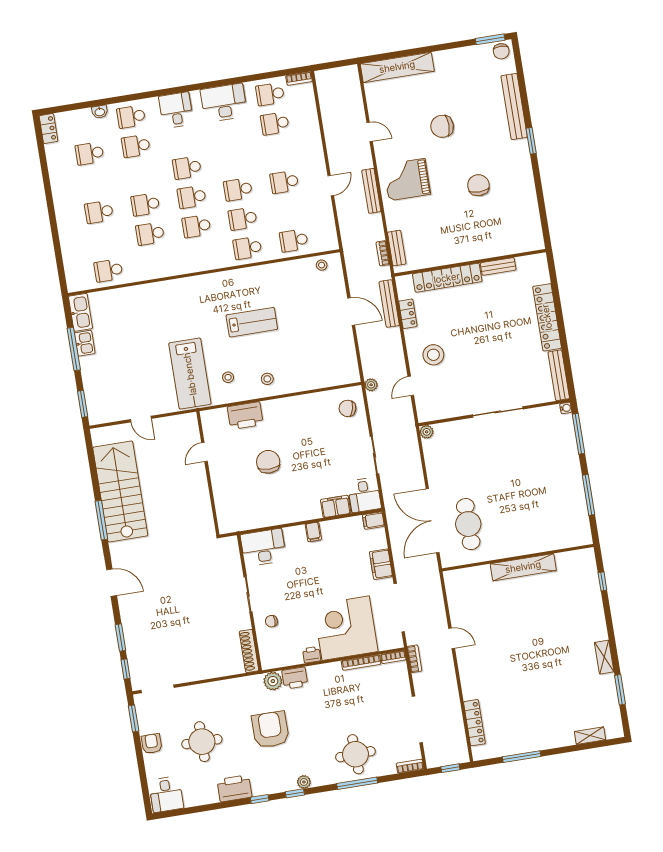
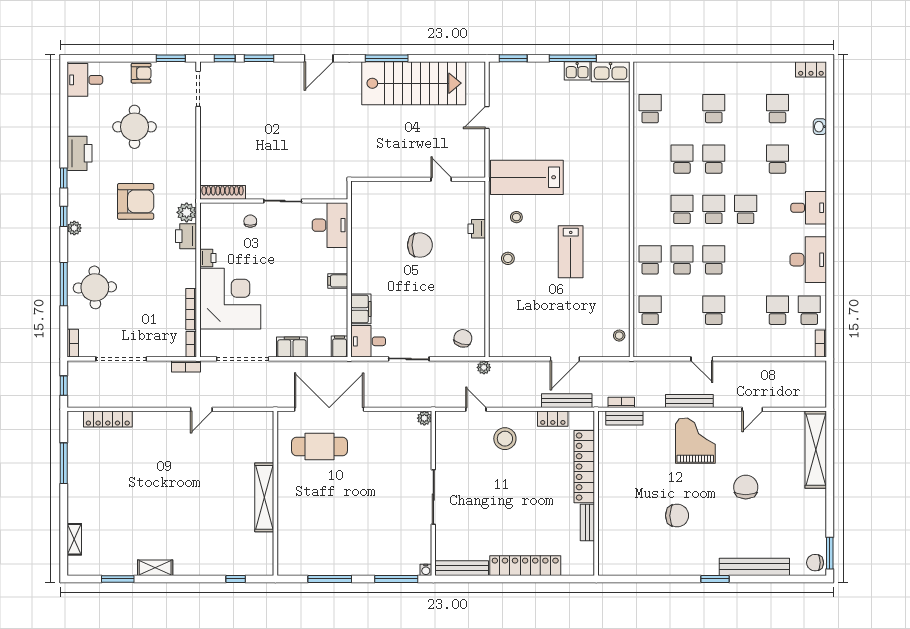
school desk: (131, 117) -> (809, 159), removed
printer: (245, 416) -> (477, 229), width x0.53, depth x0.68

